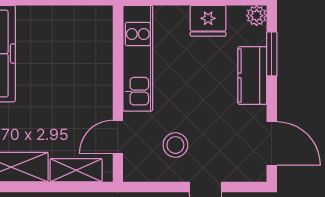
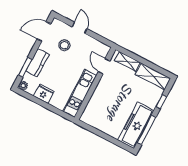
door: (118, 137) -> (104, 66), swing flipped
door: (272, 143) -> (44, 31), hinge flipped
stool: (175, 145) -> (64, 45), moved

